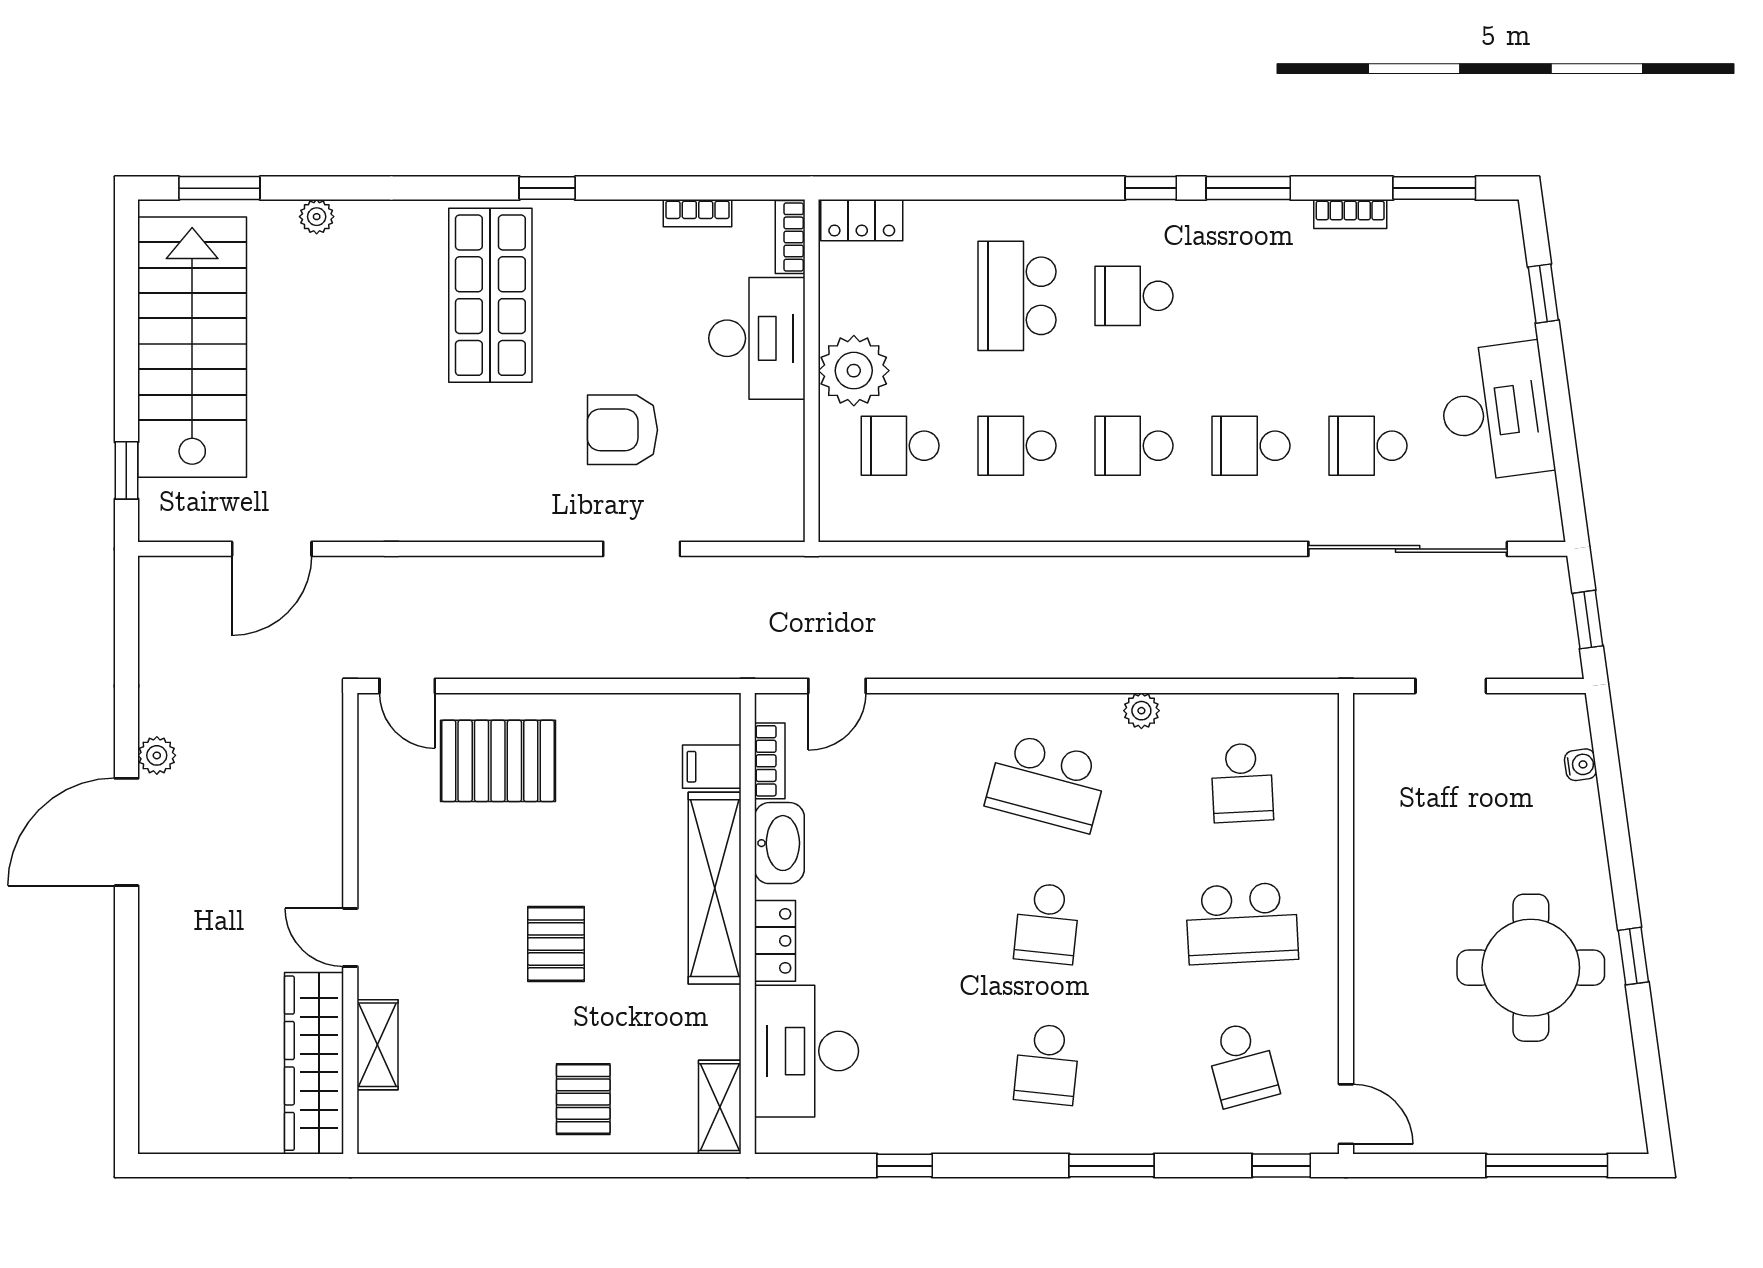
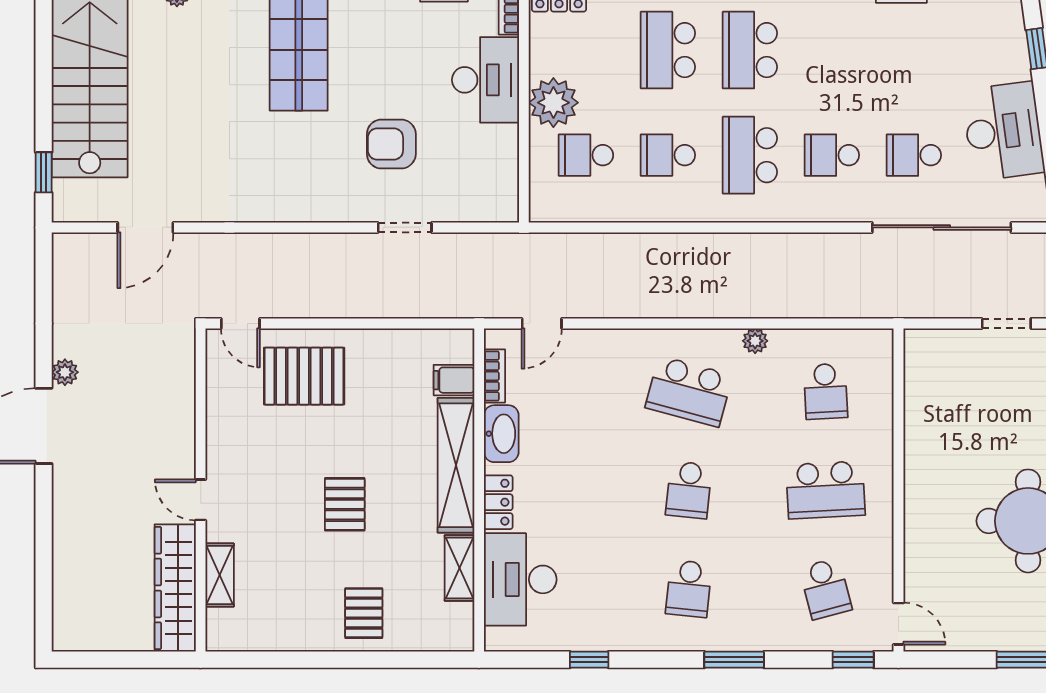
school desk: (1134, 296) -> (750, 50), width x1.85
school desk: (1134, 446) -> (750, 155), width x1.85
doorway: (1451, 686) -> (1006, 324), moved
shelving: (720, 1107) -> (459, 568), moved

